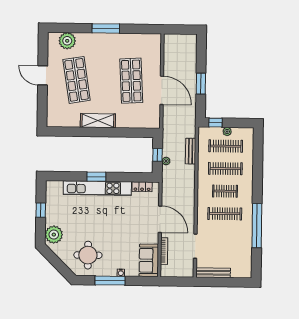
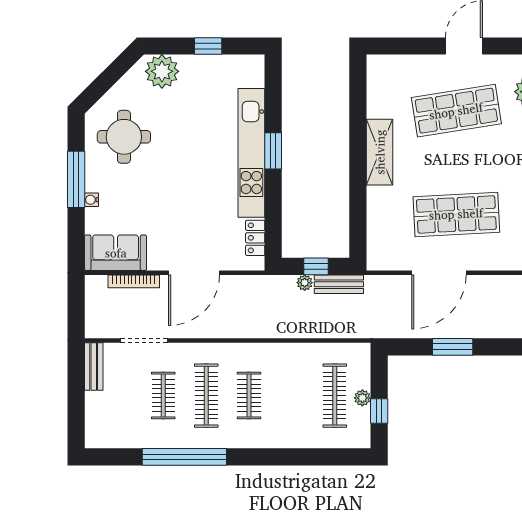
window: (215, 123) -> (379, 411), moved
bench: (191, 151) -> (339, 284), moved
clothes rail: (225, 169) -> (163, 396), moved, width x0.73
bench: (213, 273) -> (94, 366), width x0.73

